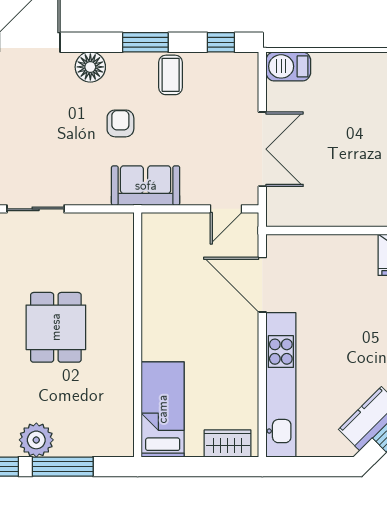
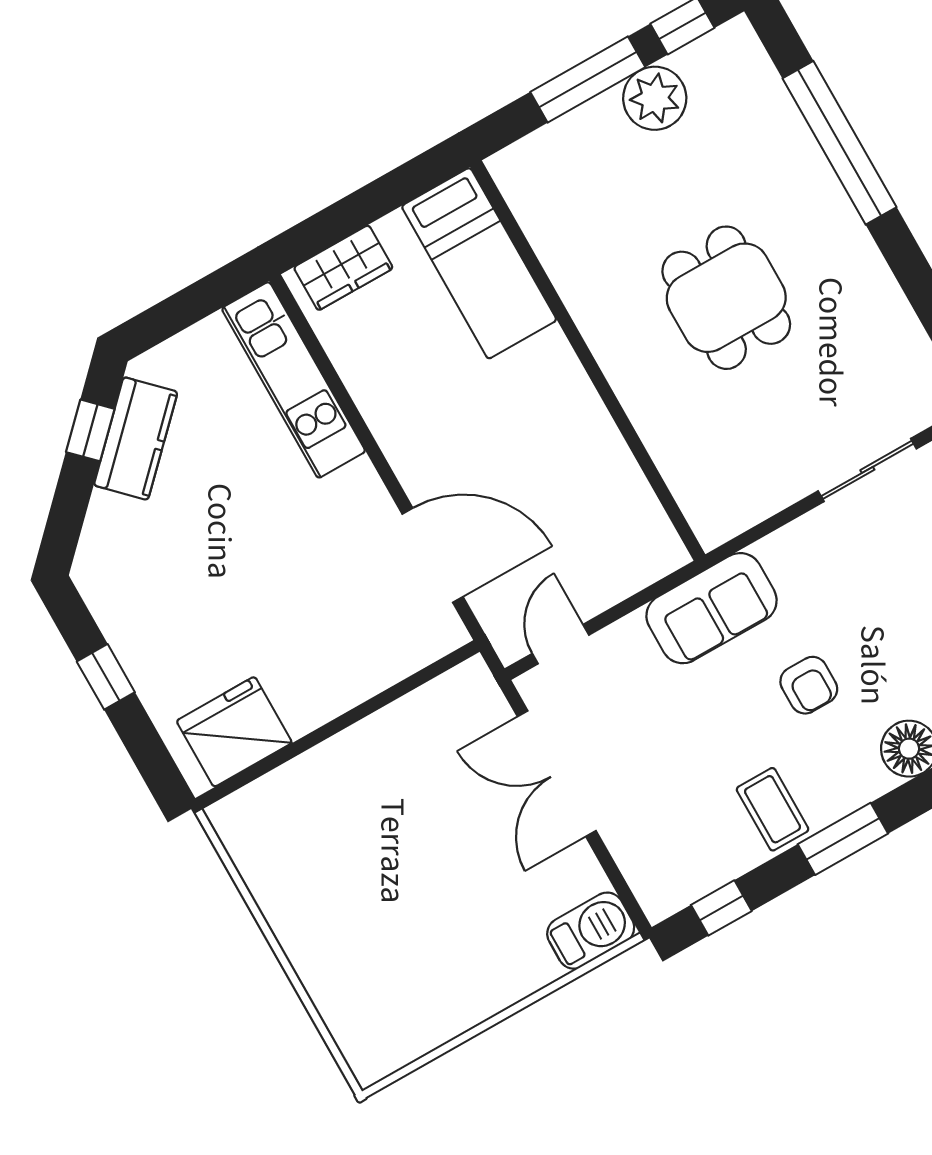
kitchen unit: (281, 385) -> (294, 380), width x0.73

